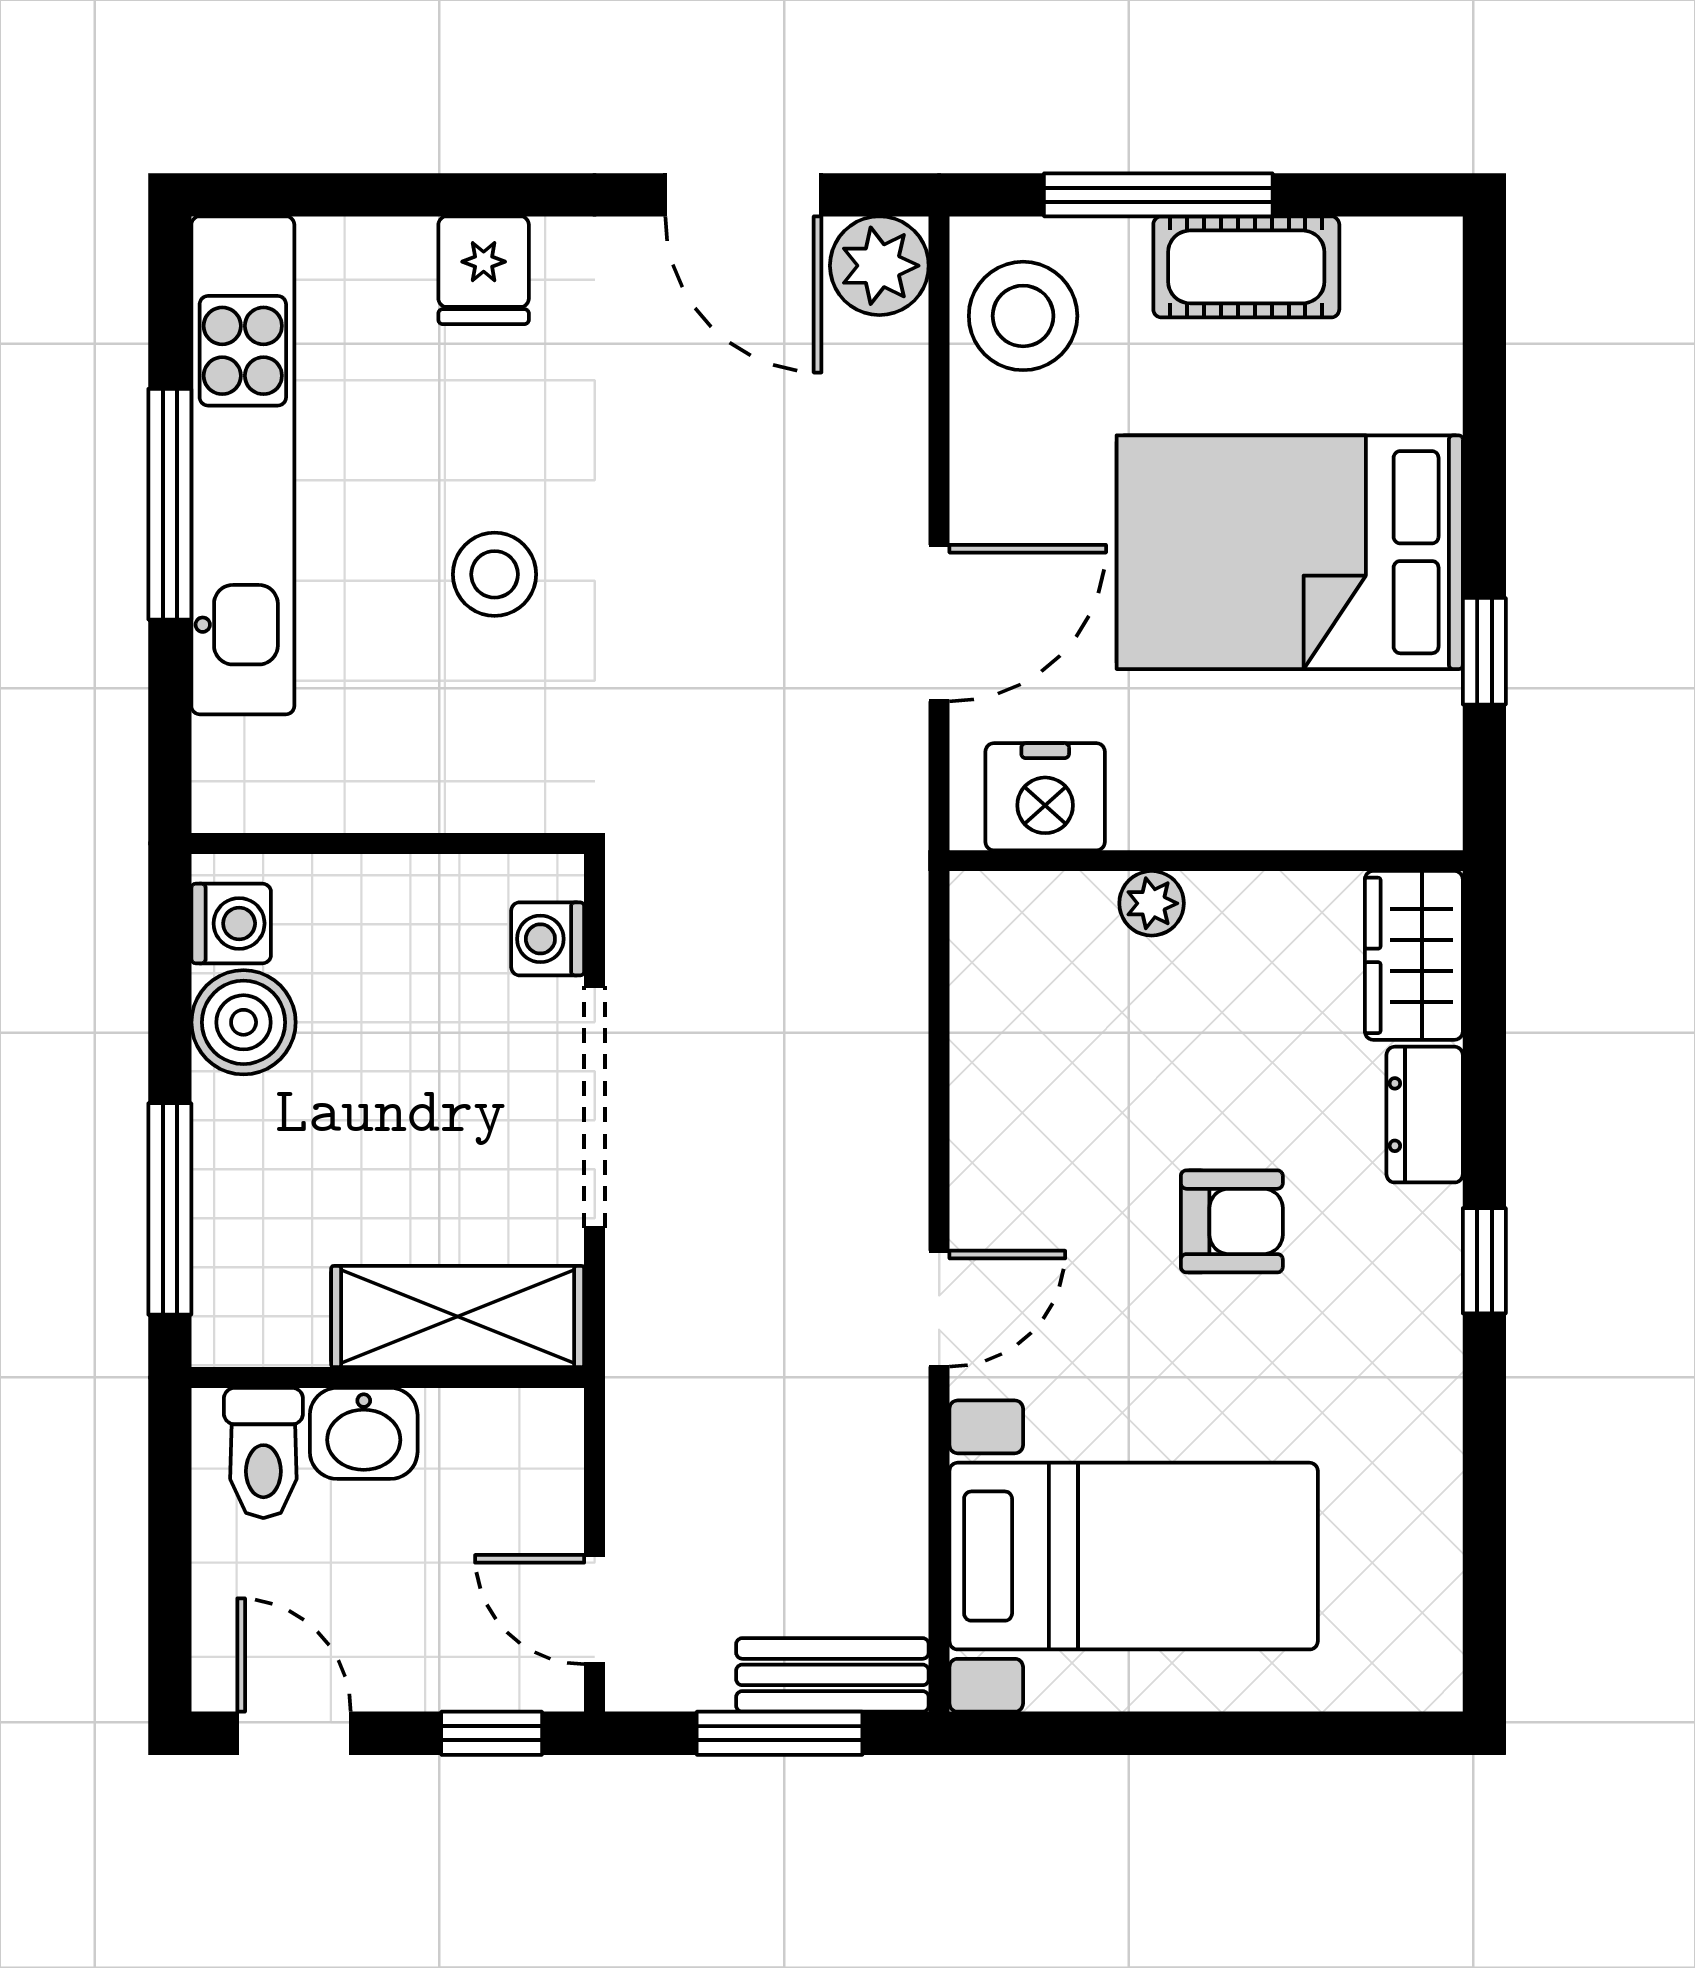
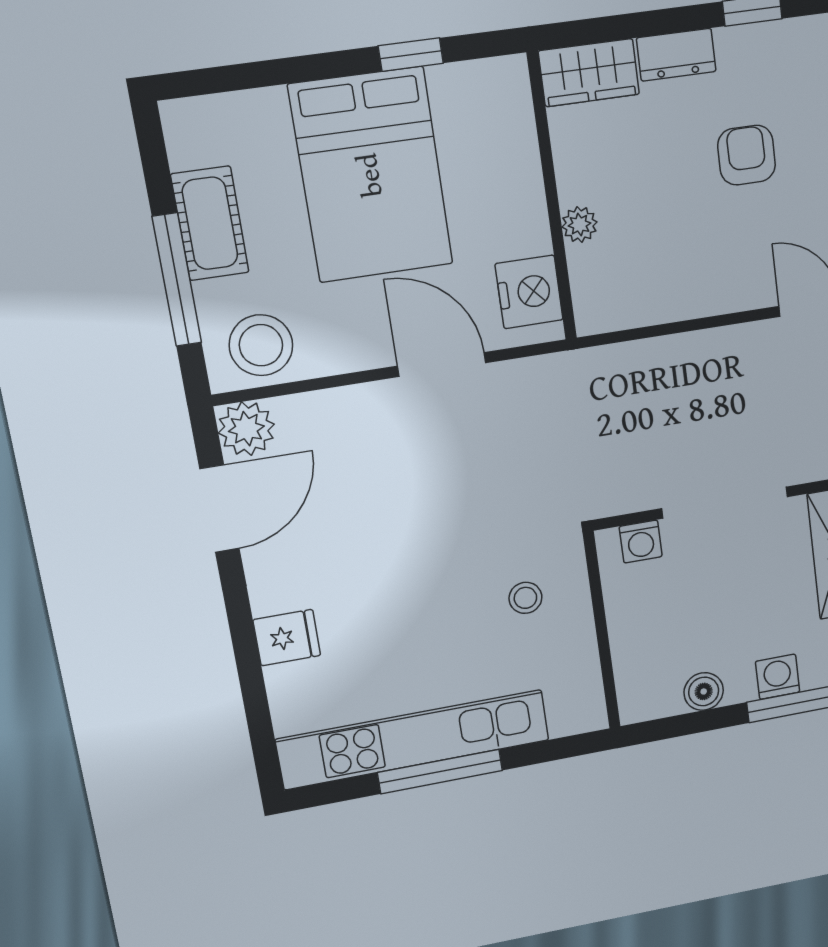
stool: (495, 574) -> (525, 598), moved, width x0.73, depth x0.73
washing machine: (231, 923) -> (778, 677), moved
boiler: (244, 1022) -> (704, 691), width x0.73, depth x0.73

